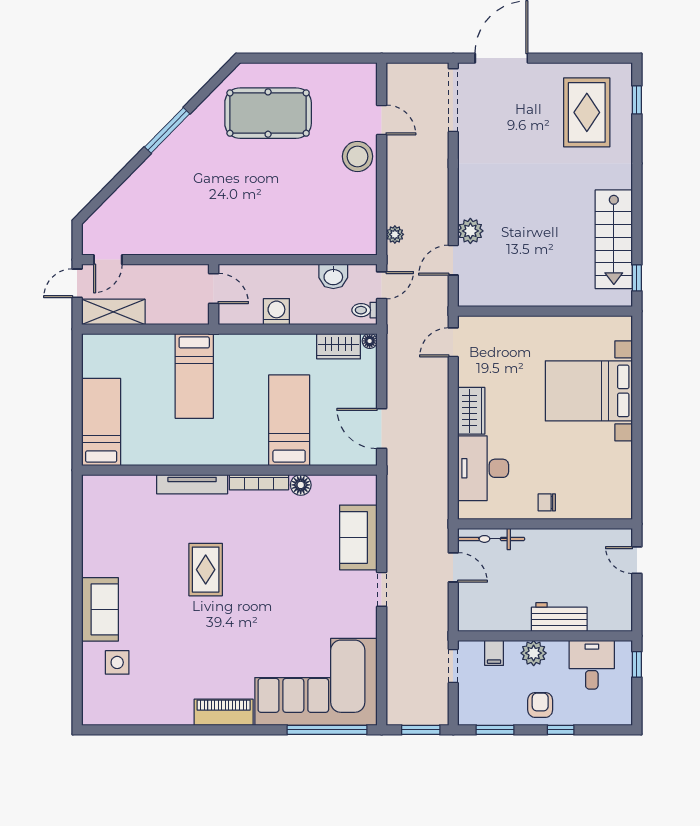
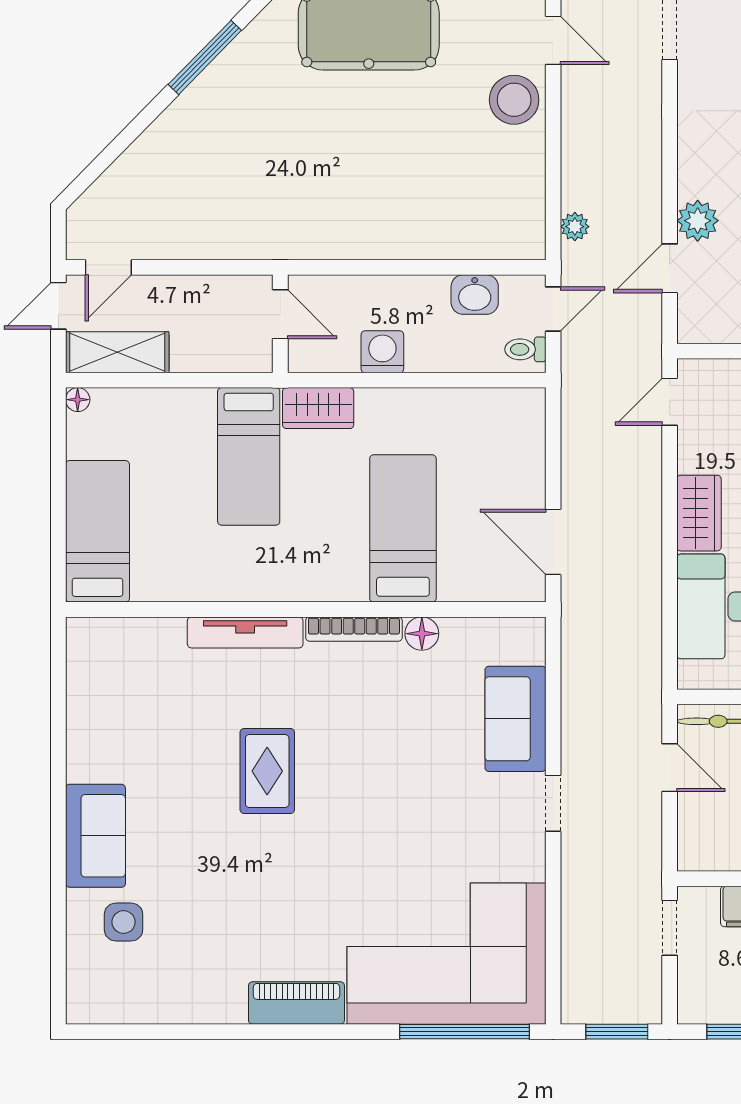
floor lamp: (370, 341) -> (78, 400), moved
wardrobe: (339, 346) -> (318, 408), moved

